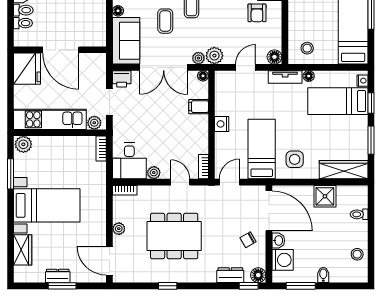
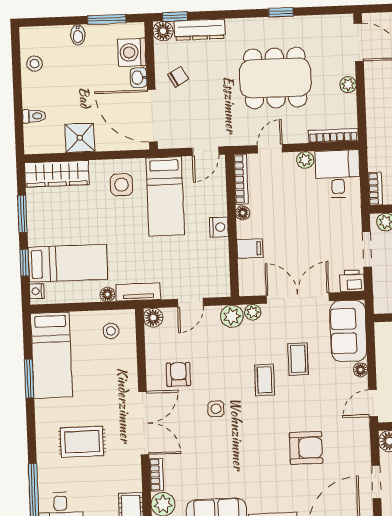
floor lamp: (203, 76) -> (243, 213), moved
bookcase: (203, 167) -> (241, 179), width x1.56
door: (180, 182) -> (270, 149), swing flipped
bookcase: (125, 190) -> (333, 136), width x1.56
dresser: (230, 275) -> (200, 30), width x1.44

